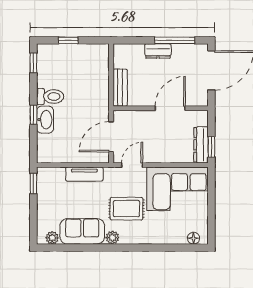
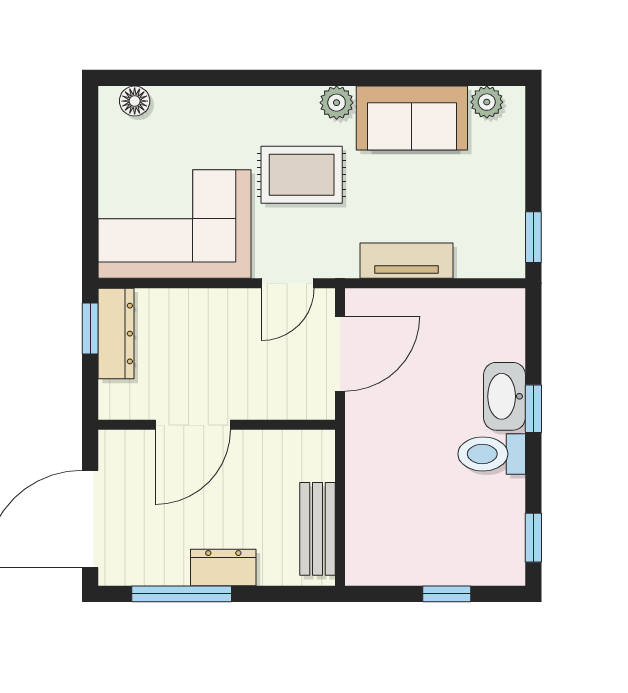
bench: (120, 88) -> (317, 529), moved

